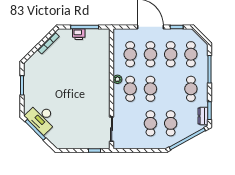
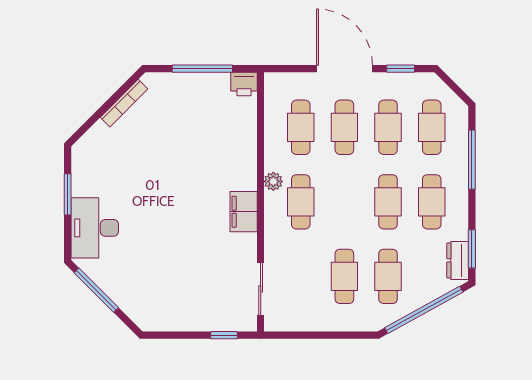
printer: (79, 34) -> (244, 84), moved
cafe table: (150, 89) -> (388, 202), moved
filing cabinet: (104, 93) -> (244, 212), added
desk: (42, 118) -> (95, 228), moved, turned 45

